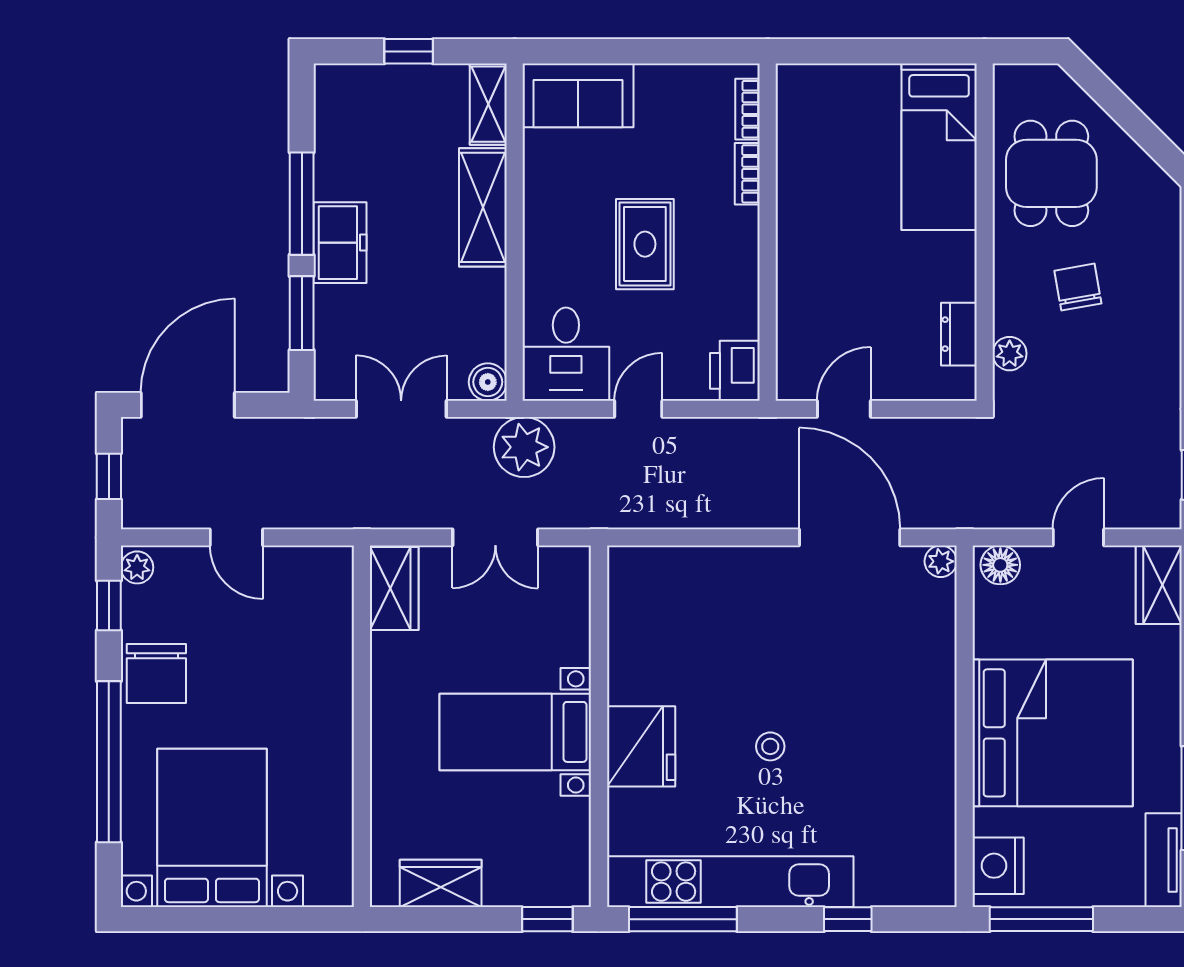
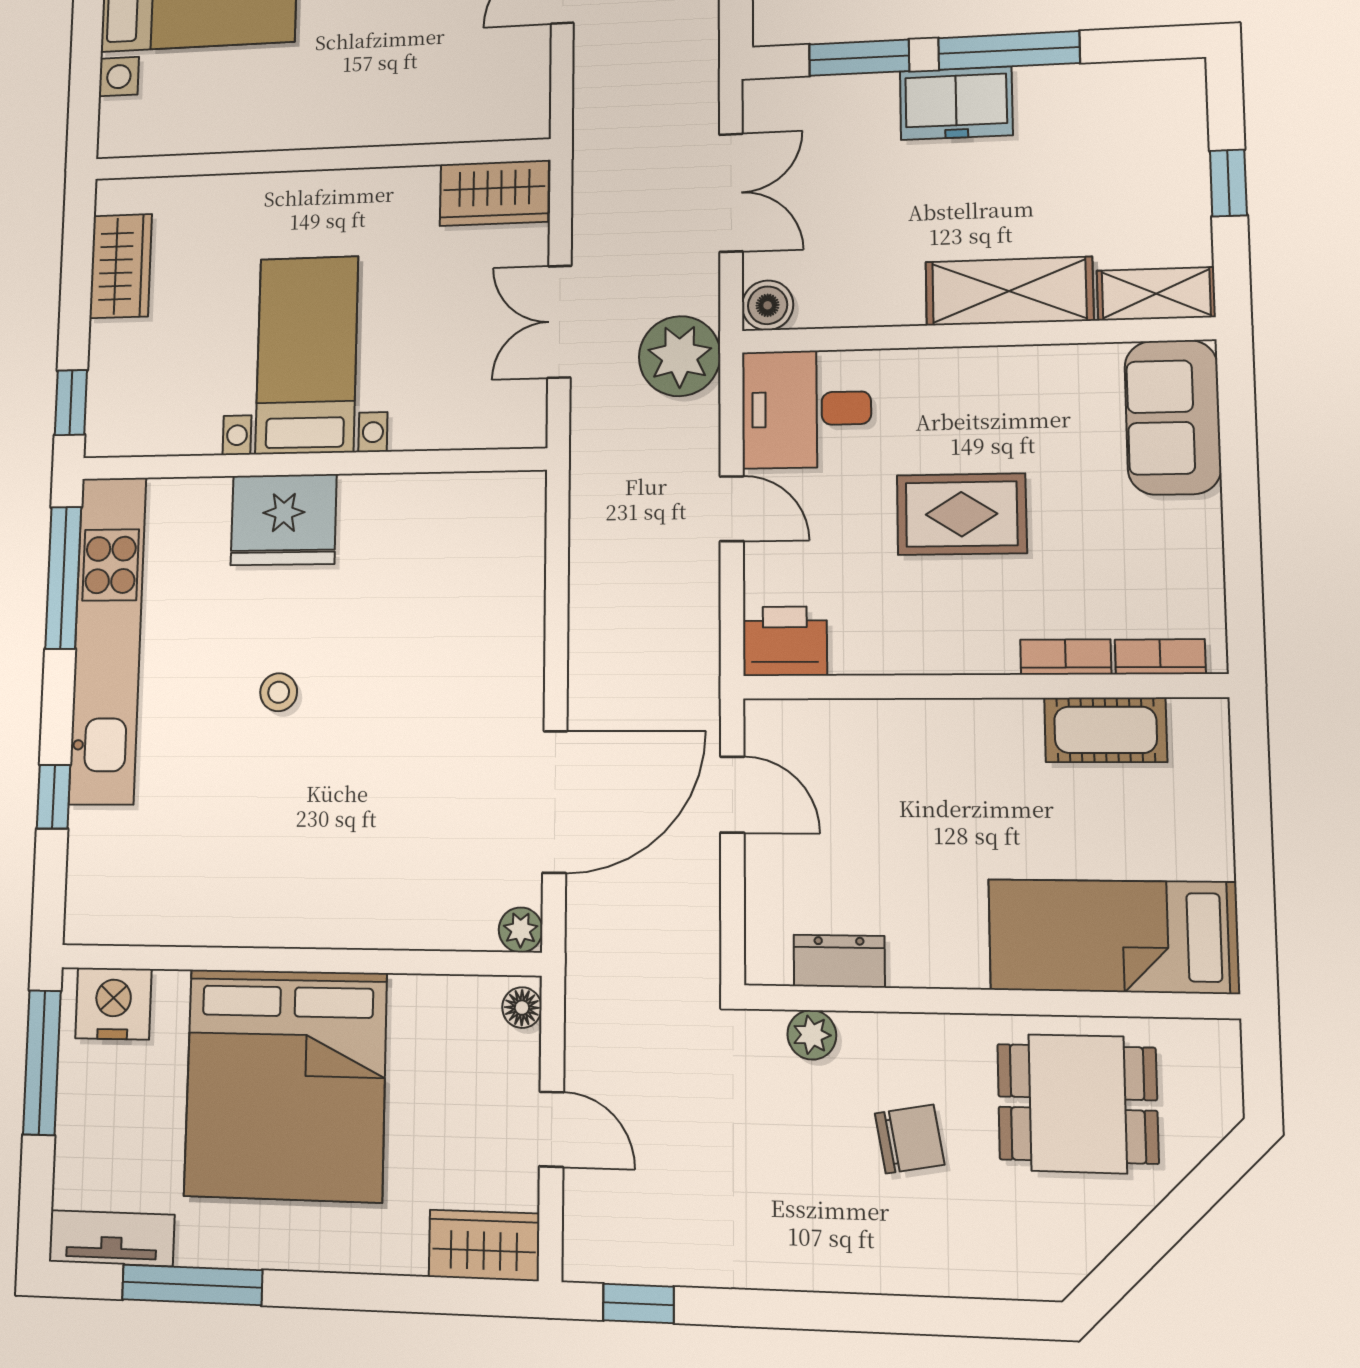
cot: (798, 148) -> (1105, 730), added
floor lamp: (1000, 565) -> (522, 1008), width x0.73, depth x0.73

